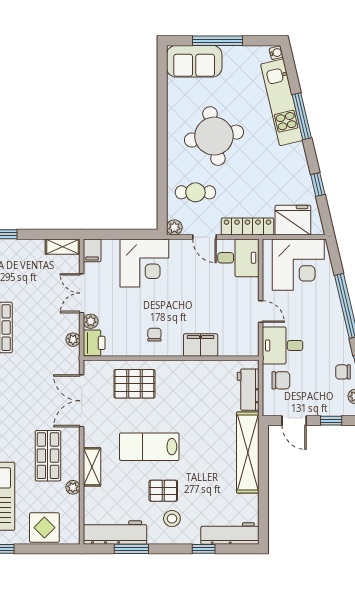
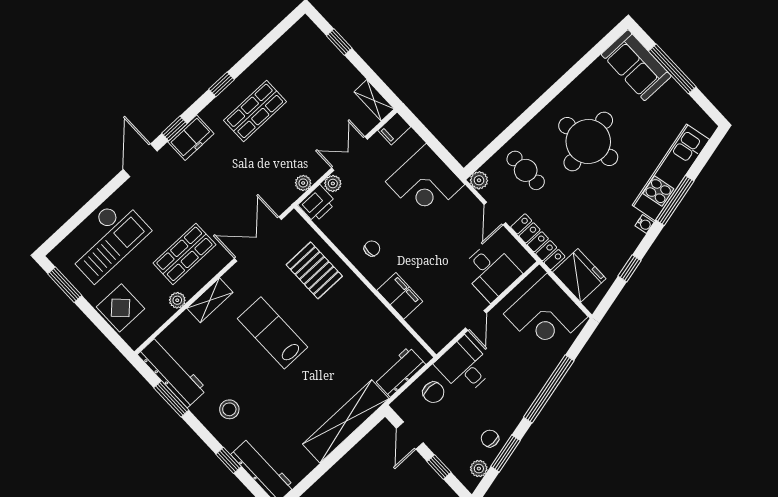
water cooler: (276, 53) -> (644, 224), moved
desk: (238, 258) -> (491, 271), moved
pallet: (163, 491) -> (246, 380), removed

